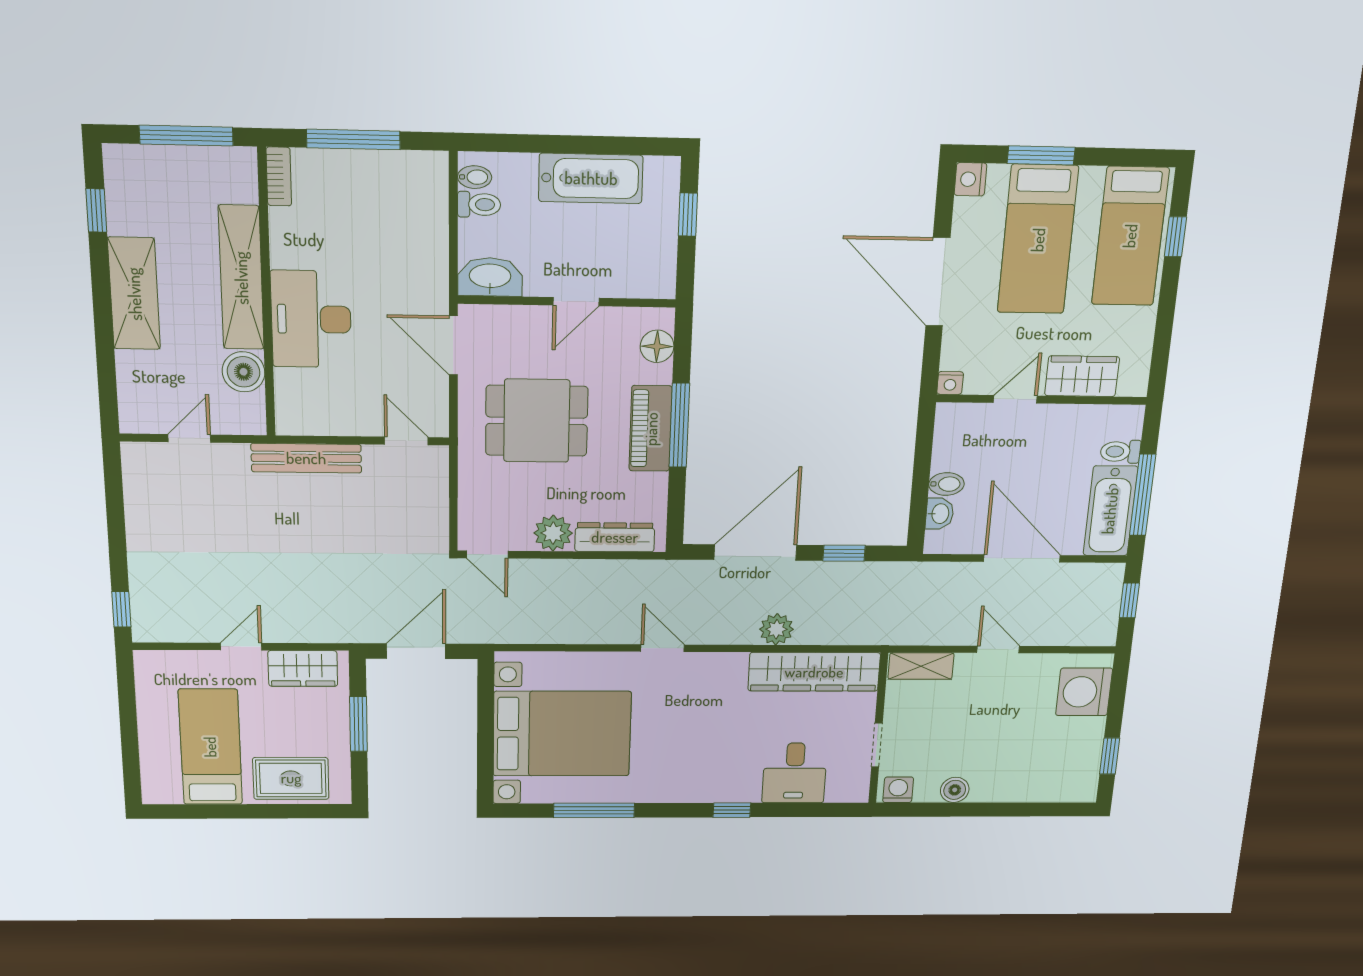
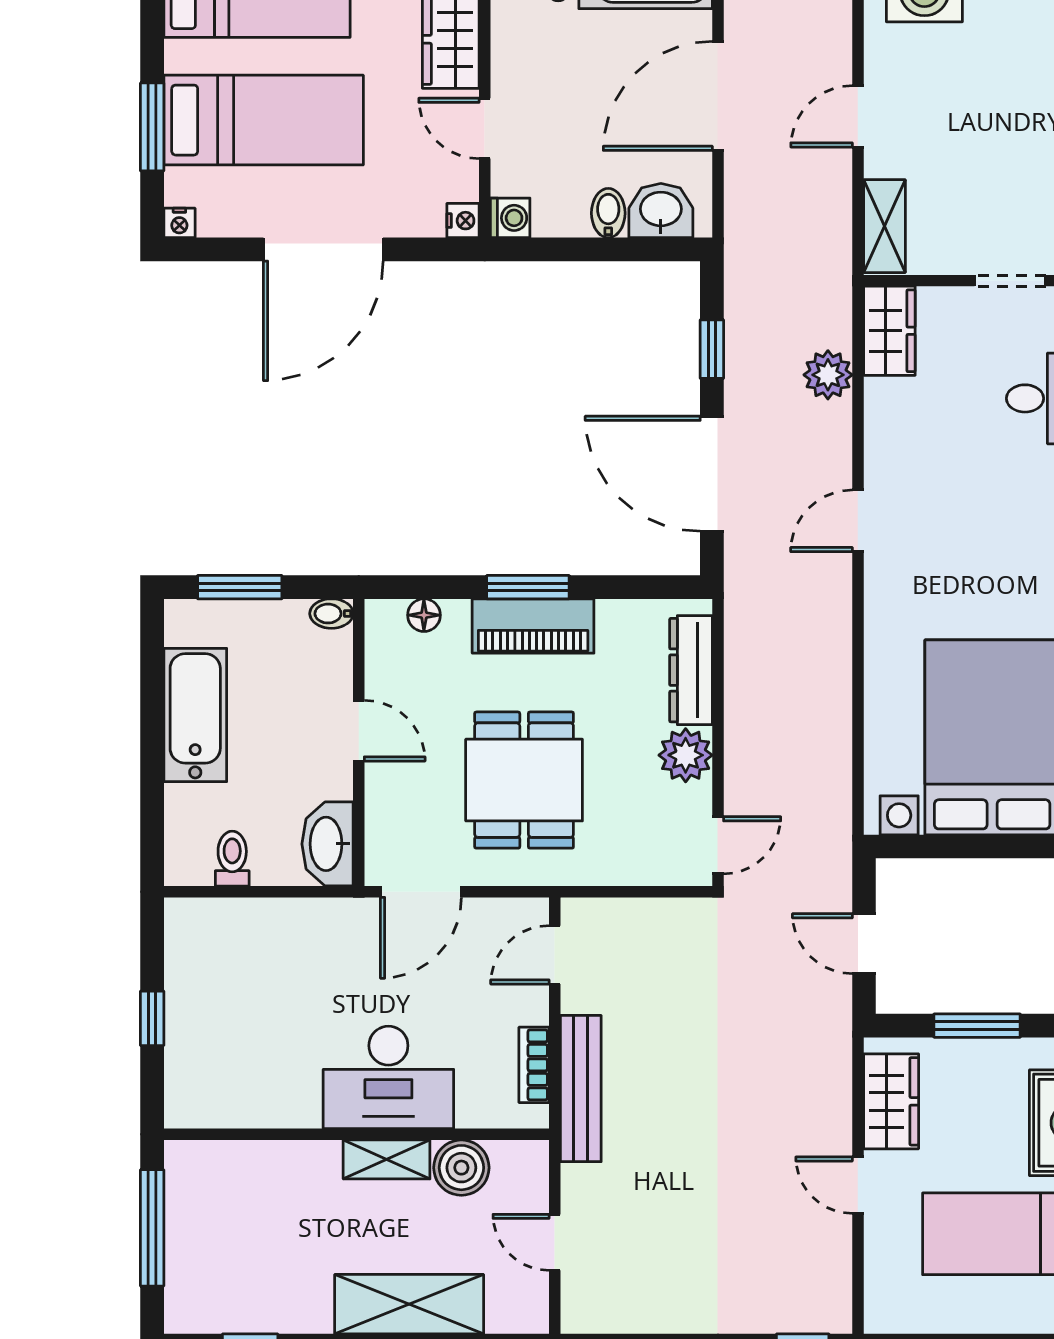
window: (353, 139) -> (152, 1018), width x0.46
bookcase: (279, 176) -> (534, 1065), moved, turned -90
bidet: (475, 177) -> (331, 614), moved, turned -90
nightstand: (970, 179) -> (179, 223), width x0.72, depth x0.74
window: (688, 215) -> (240, 587), width x1.50
shelving: (241, 278) -> (387, 1159), width x0.45, depth x0.75
shelving: (134, 294) -> (409, 1304), moved
floor lamp: (657, 346) -> (424, 615), width x0.73, depth x0.73
washing machine: (949, 416) -> (510, 218), added
window: (679, 425) -> (528, 587), width x0.69
washbasin: (940, 514) -> (661, 211), width x1.38, depth x1.45
plant: (776, 629) -> (828, 375), moved
door: (663, 648) -> (858, 521), moved
door: (416, 651) -> (864, 944), width x0.73
wardrobe: (814, 672) -> (889, 331), width x0.48, depth x0.85

